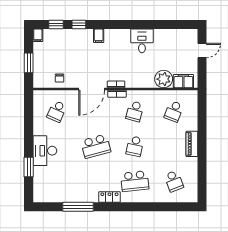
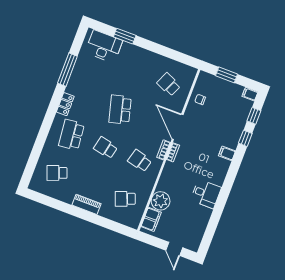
school desk: (174, 111) -> (125, 199), turned -42
desk: (45, 151) -> (104, 46), moved

